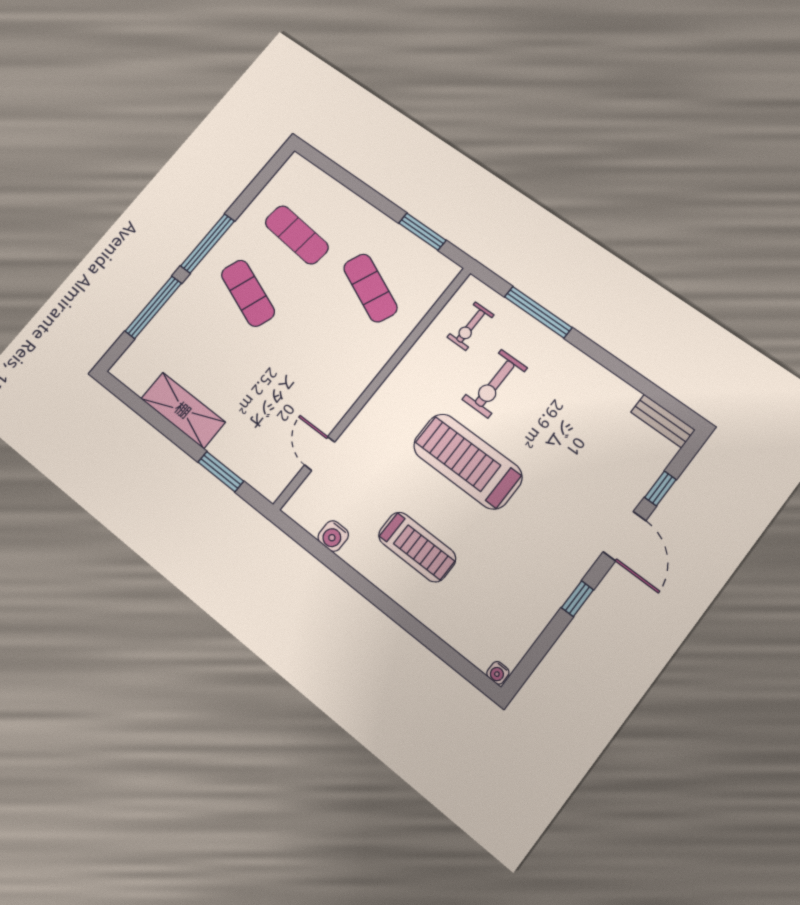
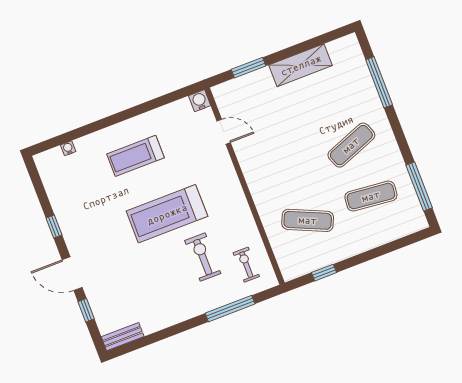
window: (422, 232) -> (324, 273), width x0.67
window: (208, 243) -> (419, 187), moved
exercise mat: (248, 293) -> (351, 145), turned -42
treadmill: (468, 461) -> (167, 214), turned 180
water cooler: (333, 536) -> (200, 101), moved
water cooler: (498, 673) -> (68, 148), moved

